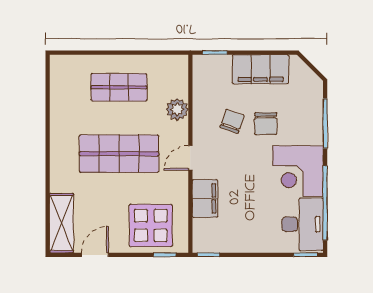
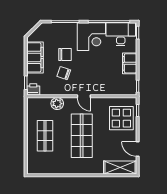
printer: (203, 66) -> (33, 89), added
filing cabinet: (205, 198) -> (130, 63), moved, turned -90

